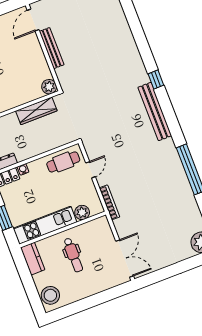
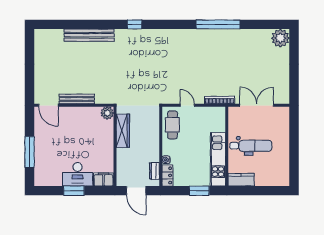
bench: (155, 112) -> (89, 35), moved
plant: (82, 212) -> (219, 125), removed
dental chair: (73, 255) -> (251, 146), width x1.36, depth x1.38
double door: (125, 259) -> (257, 105), moved
stool: (50, 295) -> (276, 177), removed

